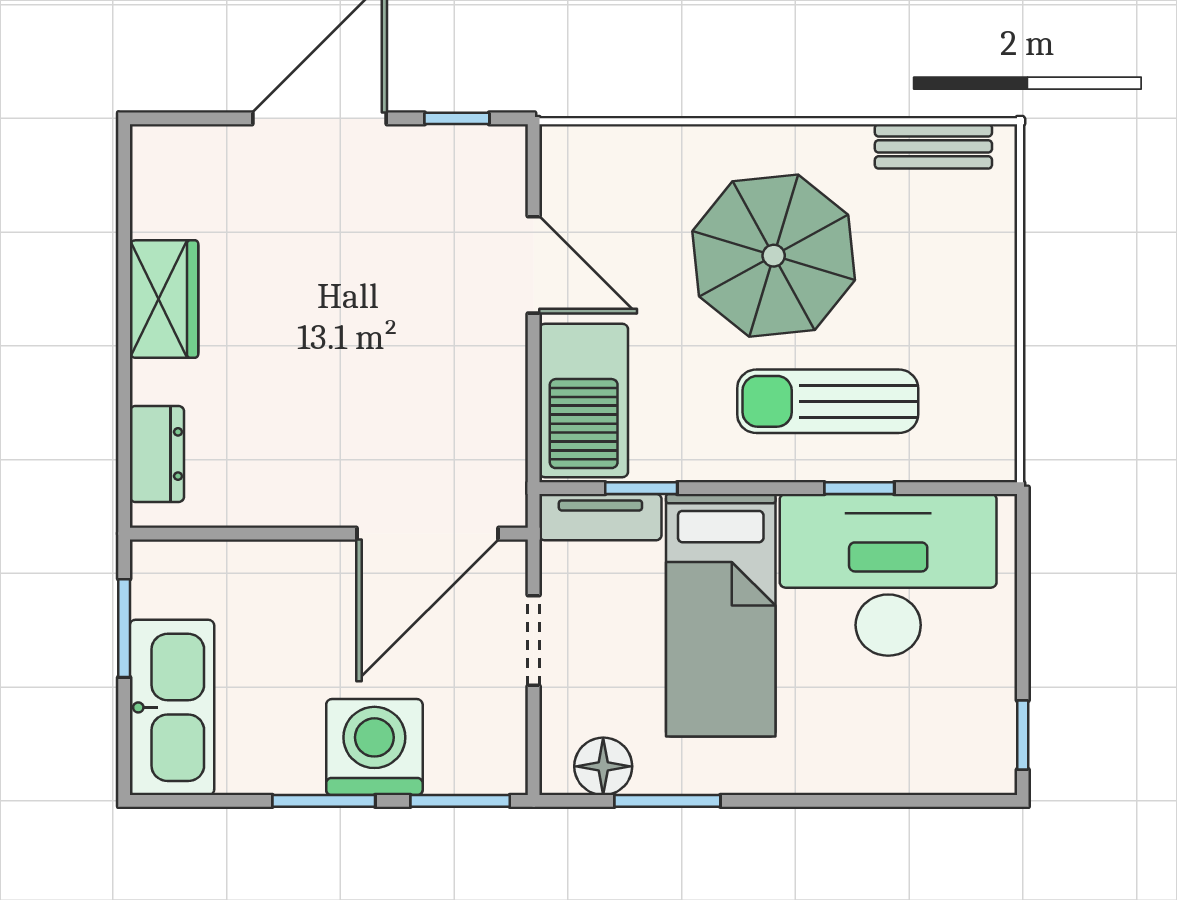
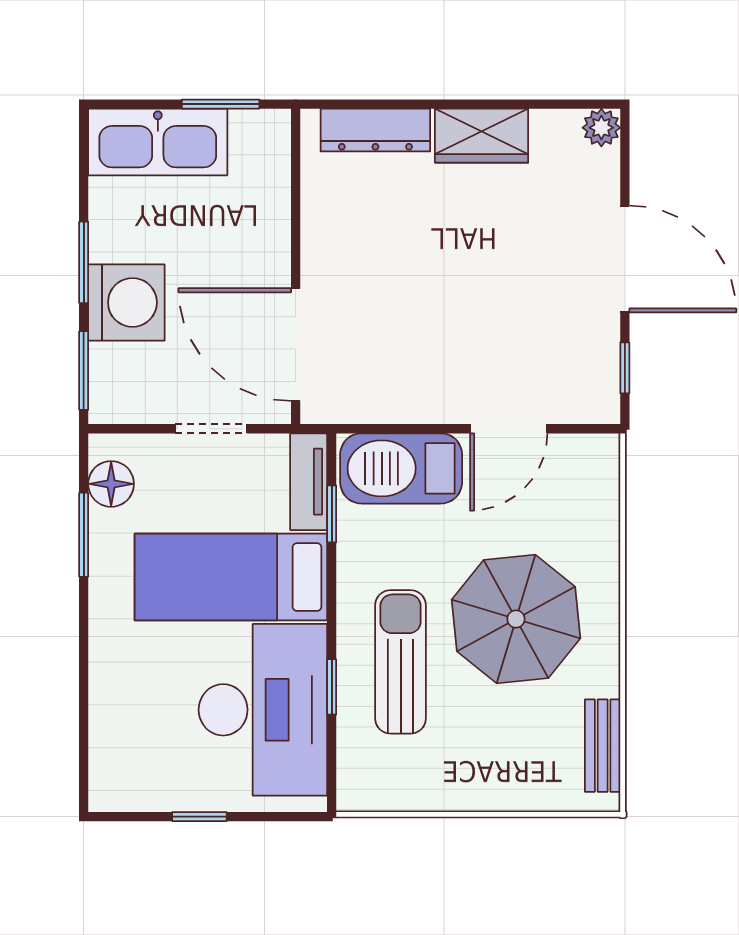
plant: (154, 148) -> (601, 128), added
dresser: (157, 454) -> (375, 130), width x1.44
window: (1023, 735) -> (199, 817), moved

